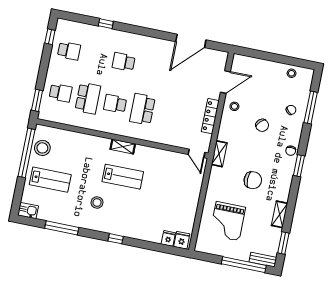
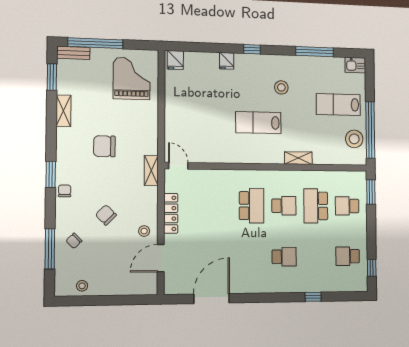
shelving: (123, 147) -> (298, 158), moved
grand piano: (228, 221) -> (132, 79), moved
fridge: (168, 238) -> (227, 61), moved

